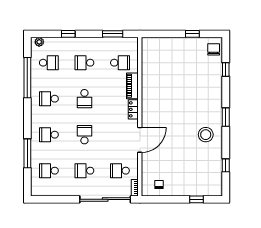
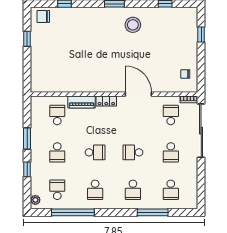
window: (113, 34) -> (27, 139), moved
school desk: (120, 171) -> (171, 115), turned 180

